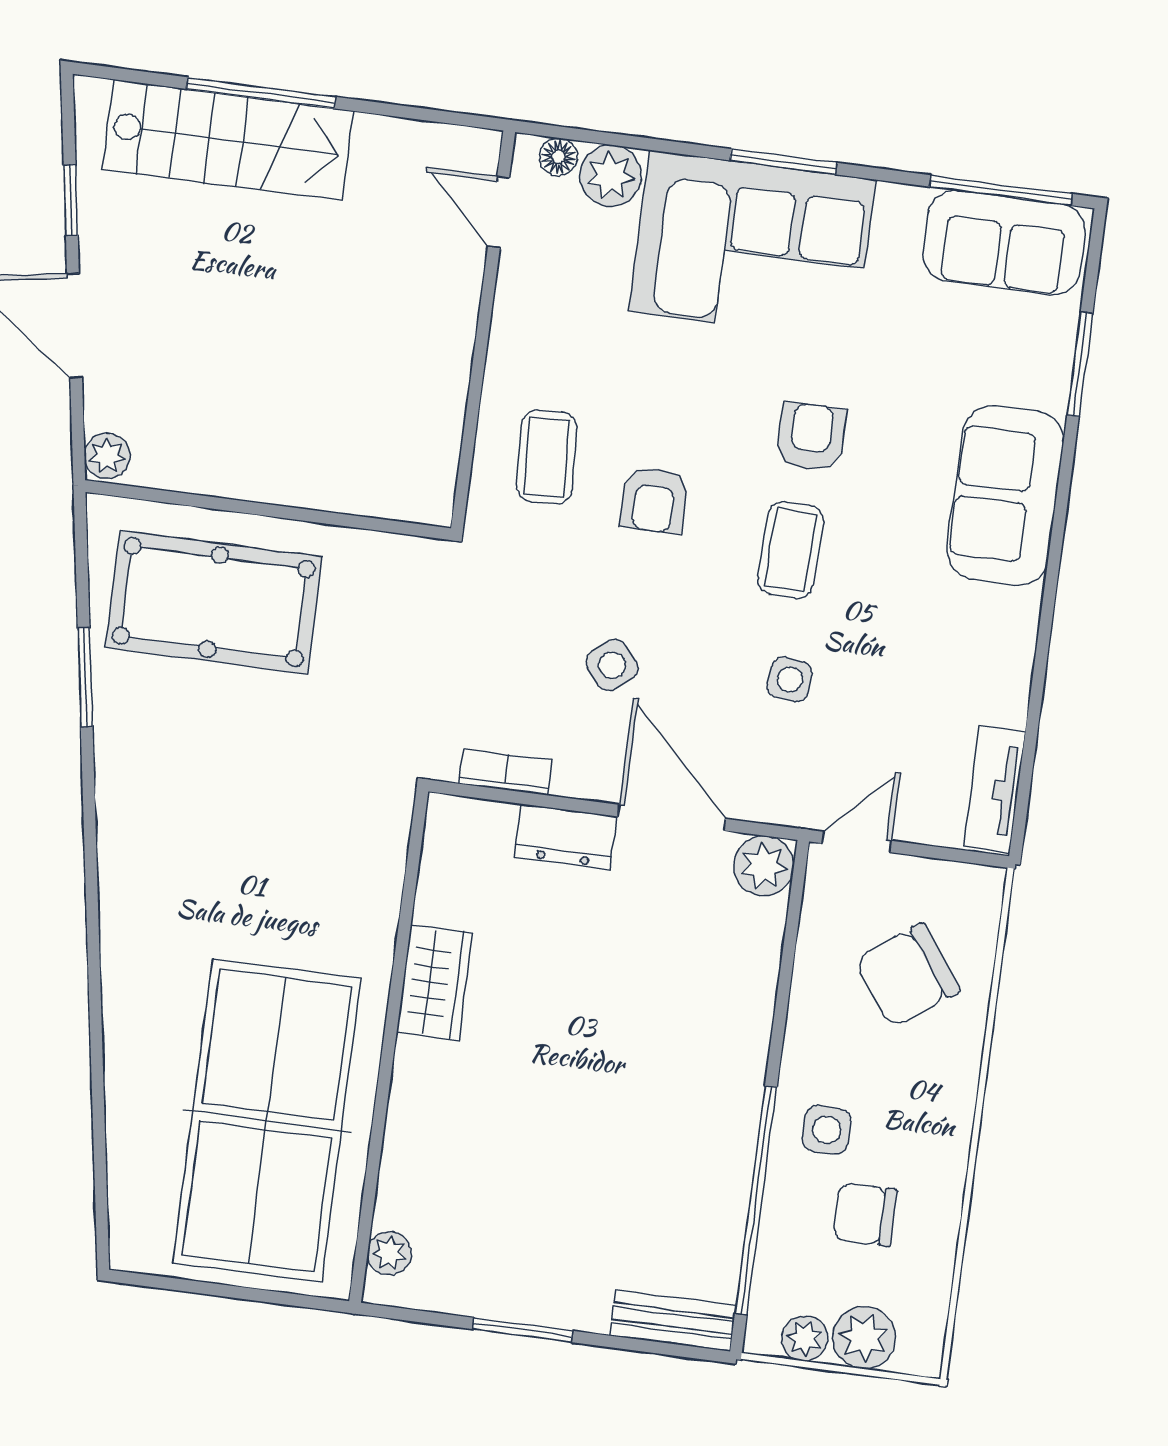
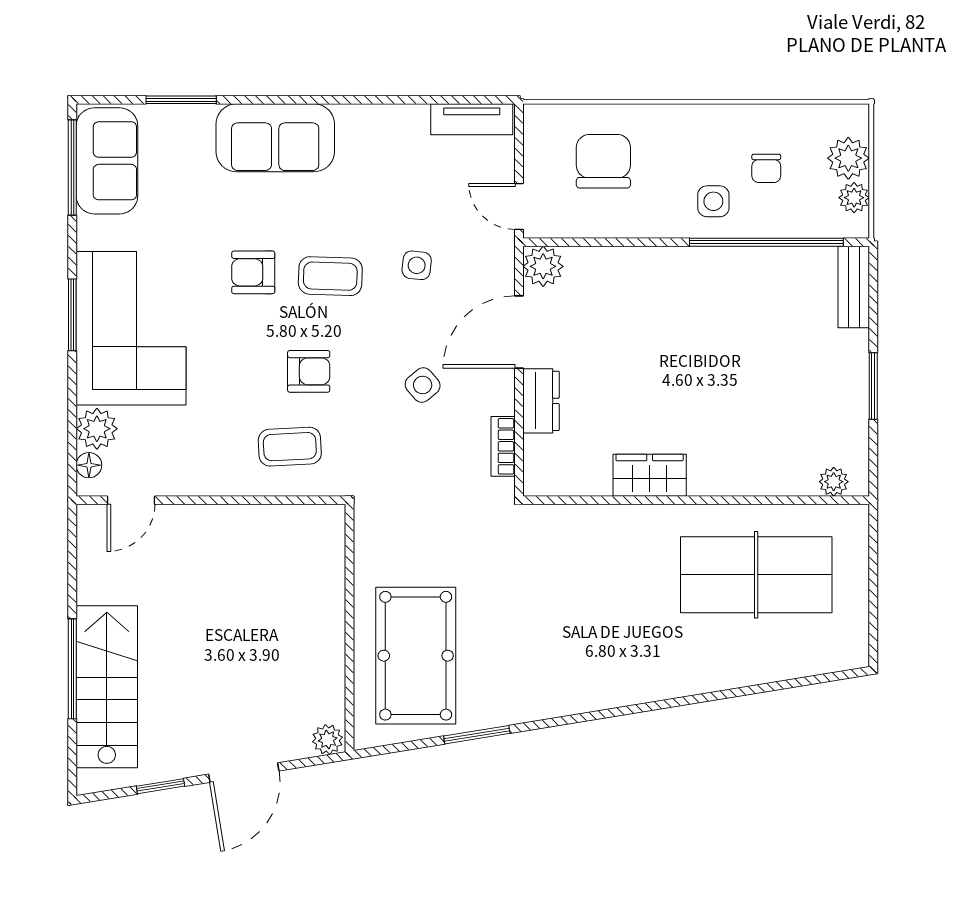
chair: (907, 975) -> (603, 161), turned -144
table tennis table: (267, 1121) -> (756, 575), width x0.73, depth x0.76
chair: (865, 1214) -> (766, 168), width x0.73, depth x0.73

